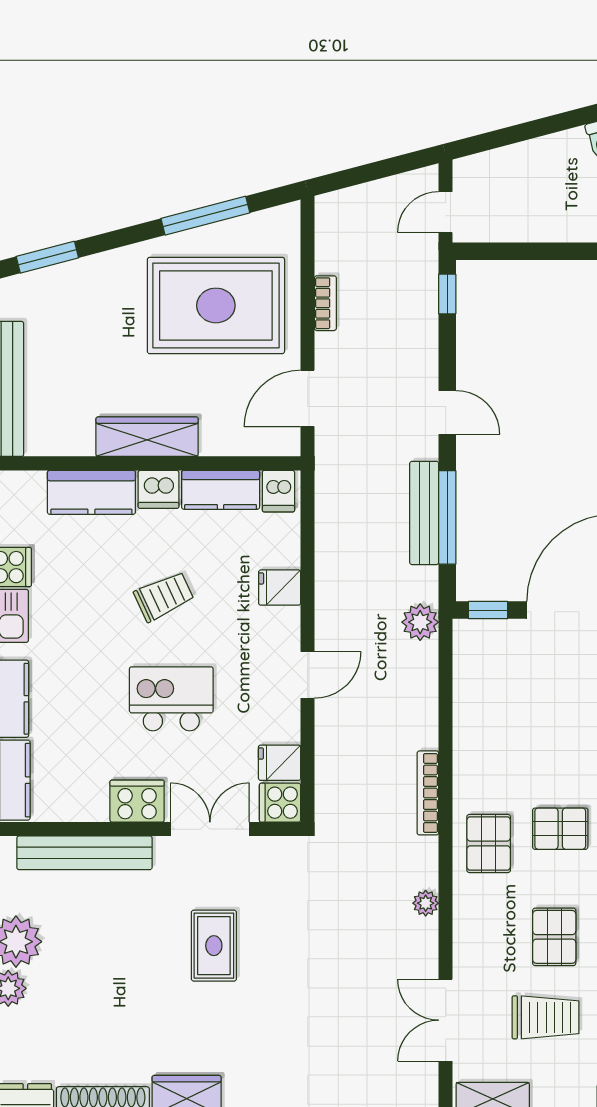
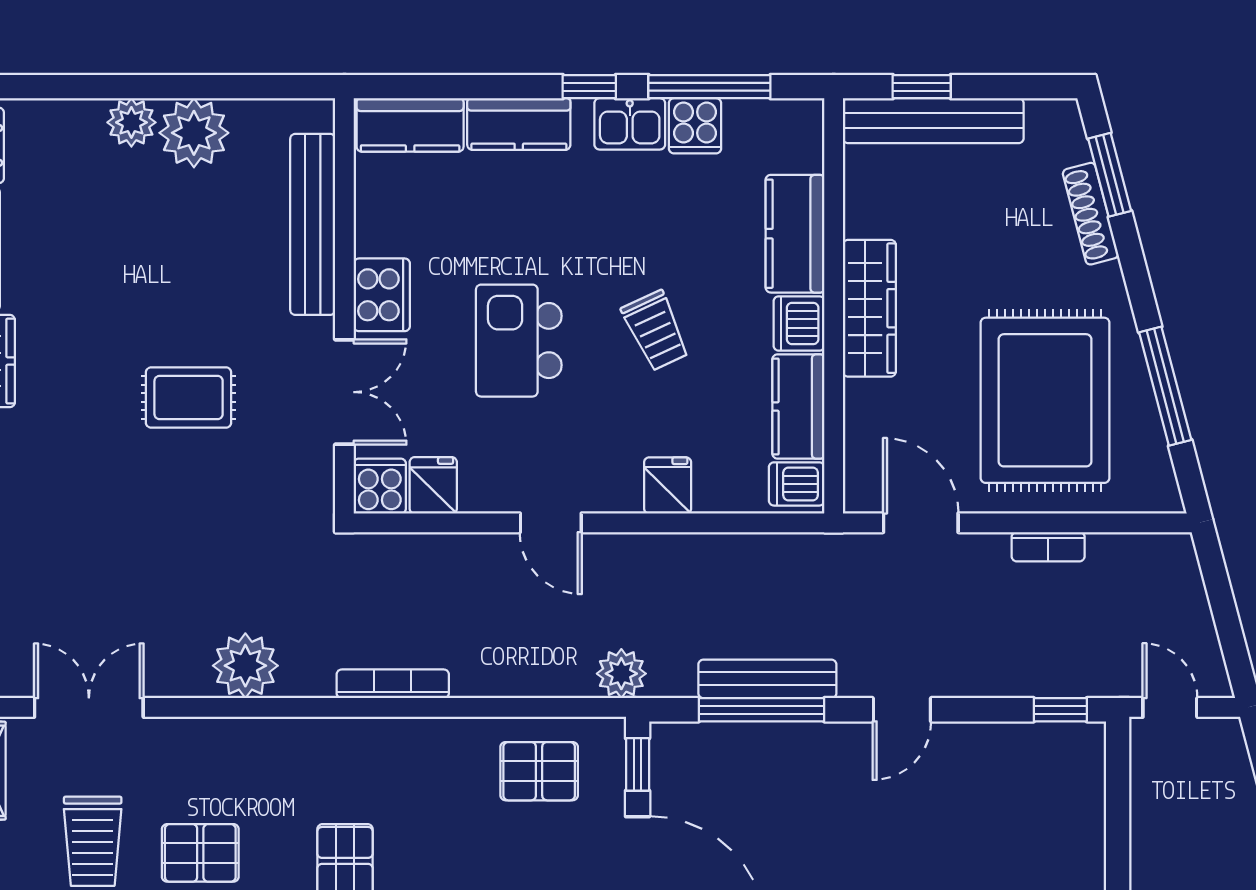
shoe rack: (76, 271) -> (1091, 214), added
kitchen island: (171, 699) -> (519, 341), turned 180
pallet: (489, 843) -> (539, 771), moved
plant: (426, 903) -> (245, 666), width x1.88, depth x1.88

